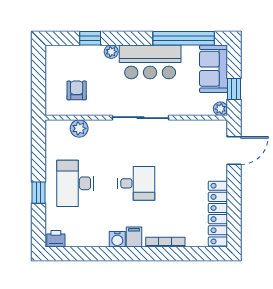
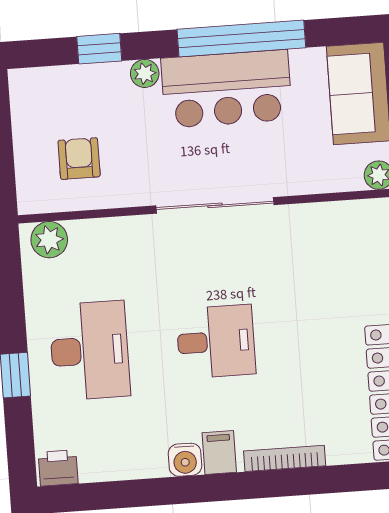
window: (184, 38) -> (241, 39), moved
plant: (79, 128) -> (49, 240), moved
desk: (75, 183) -> (90, 351), turned 180

